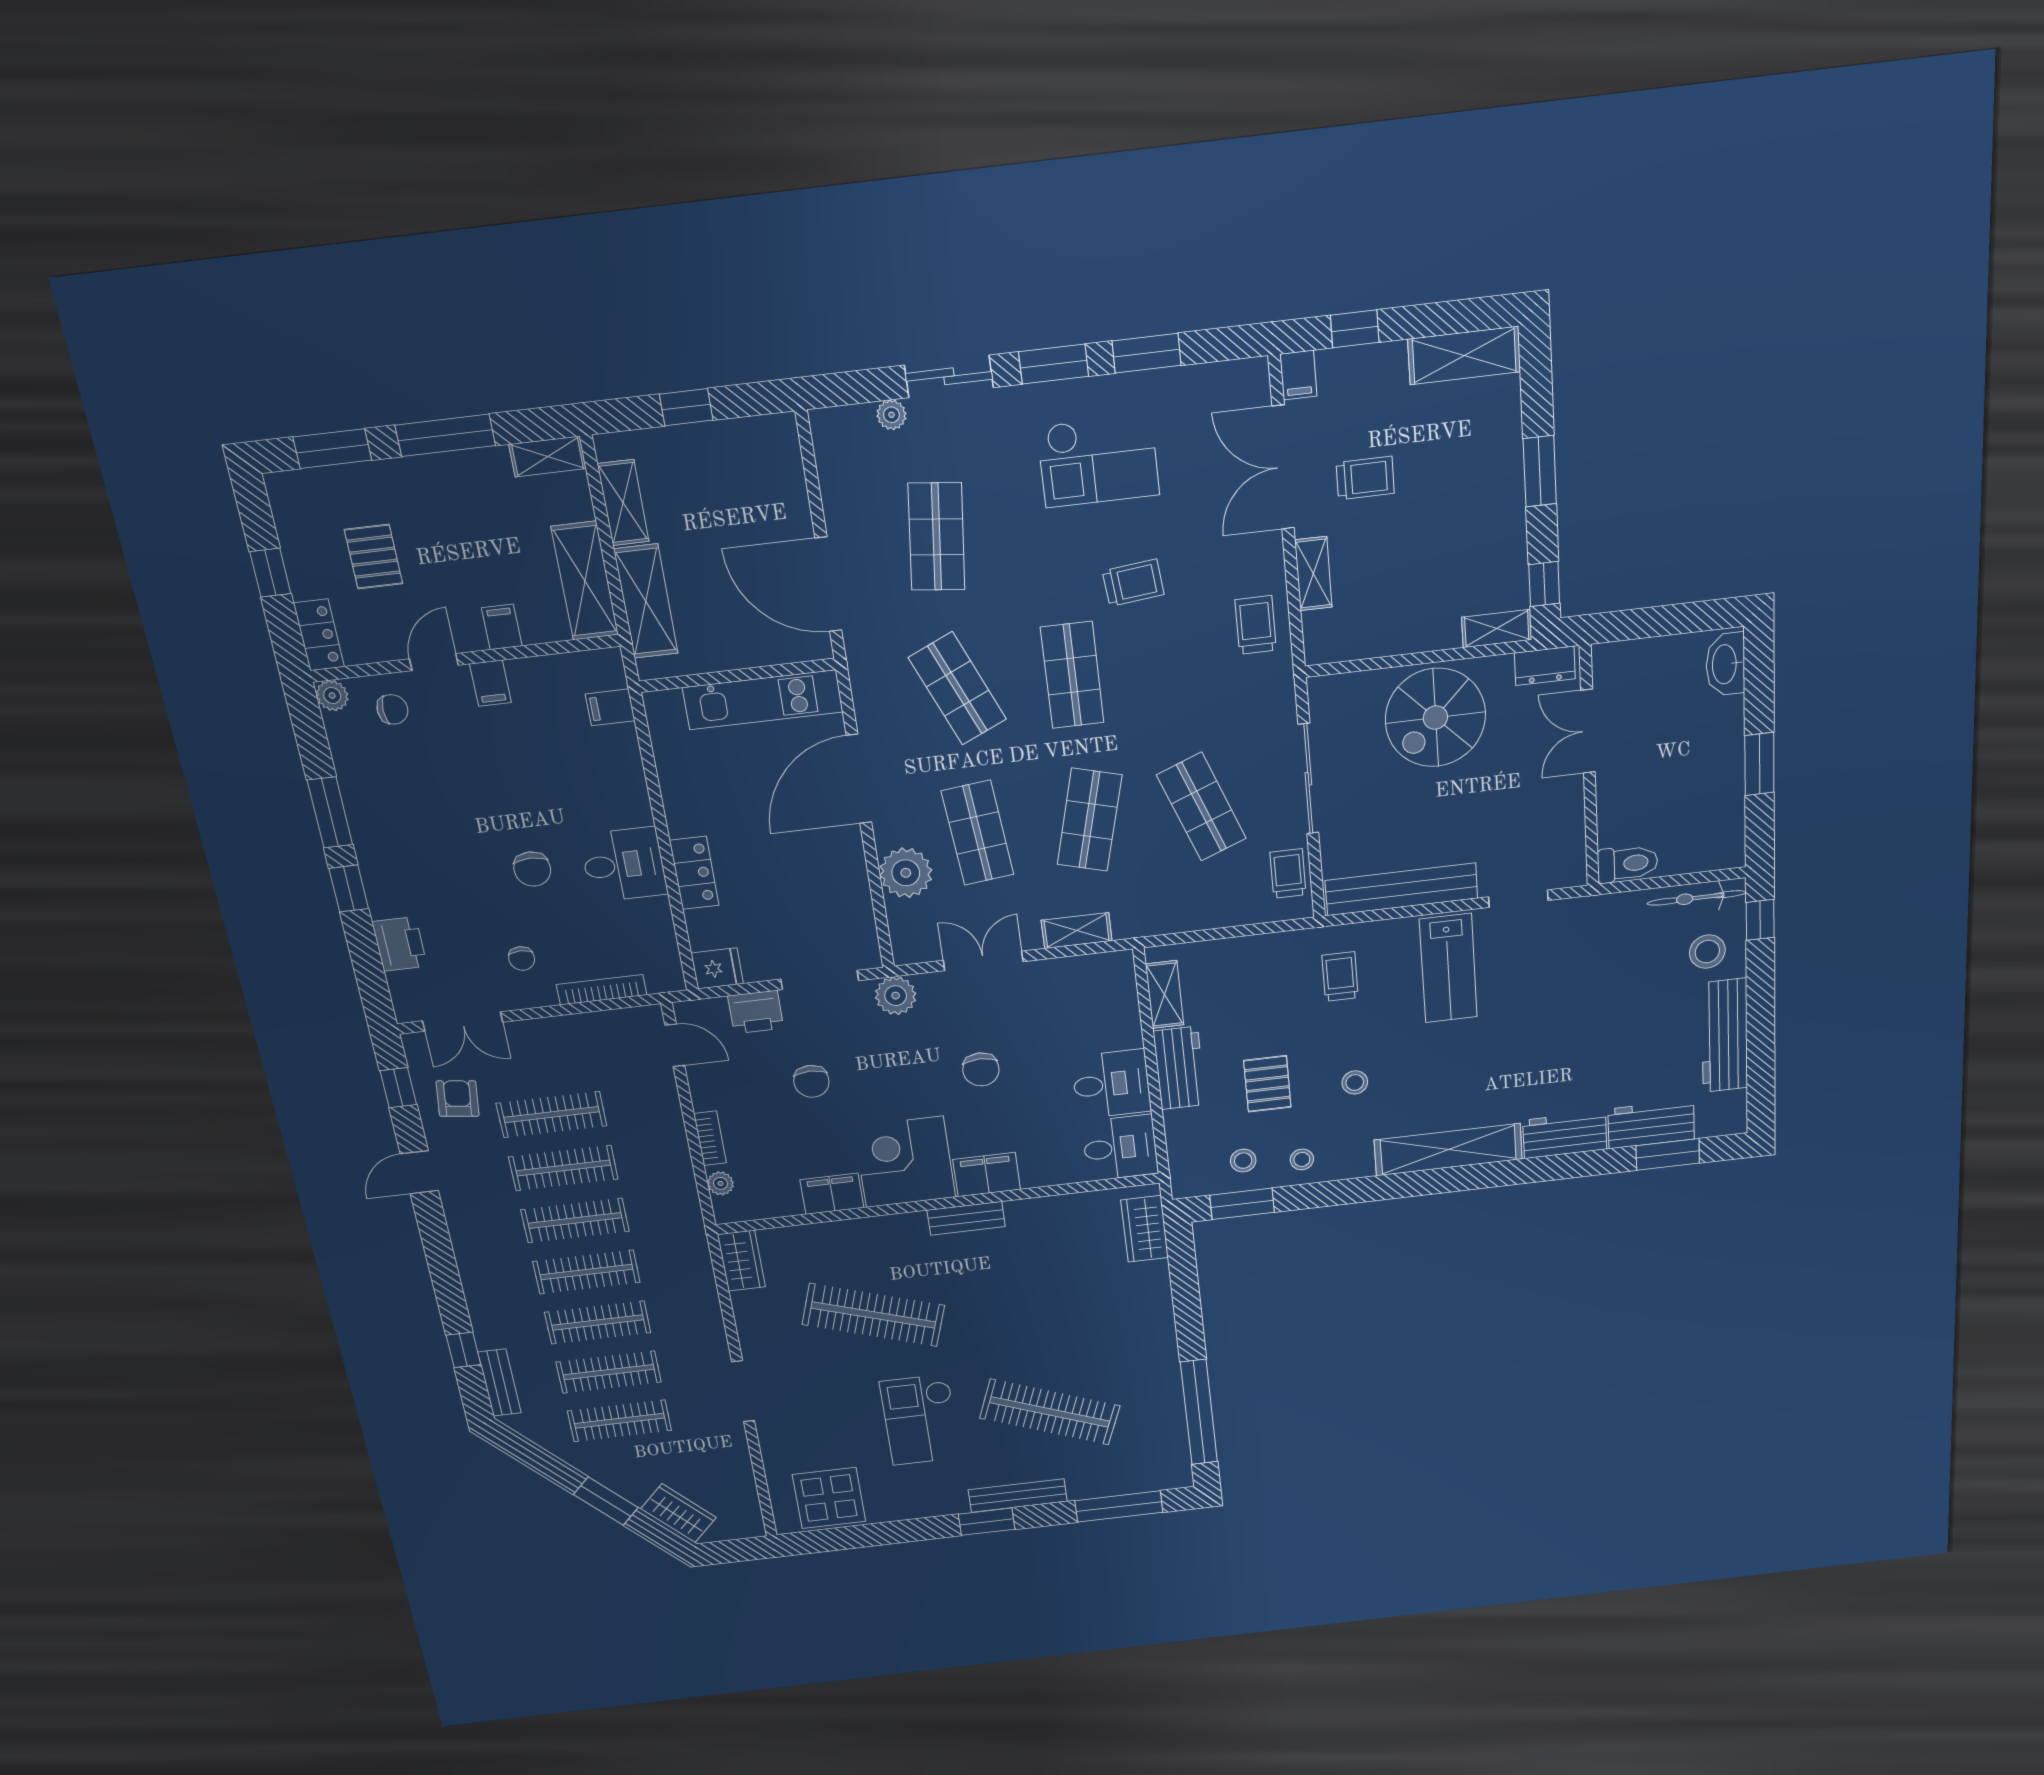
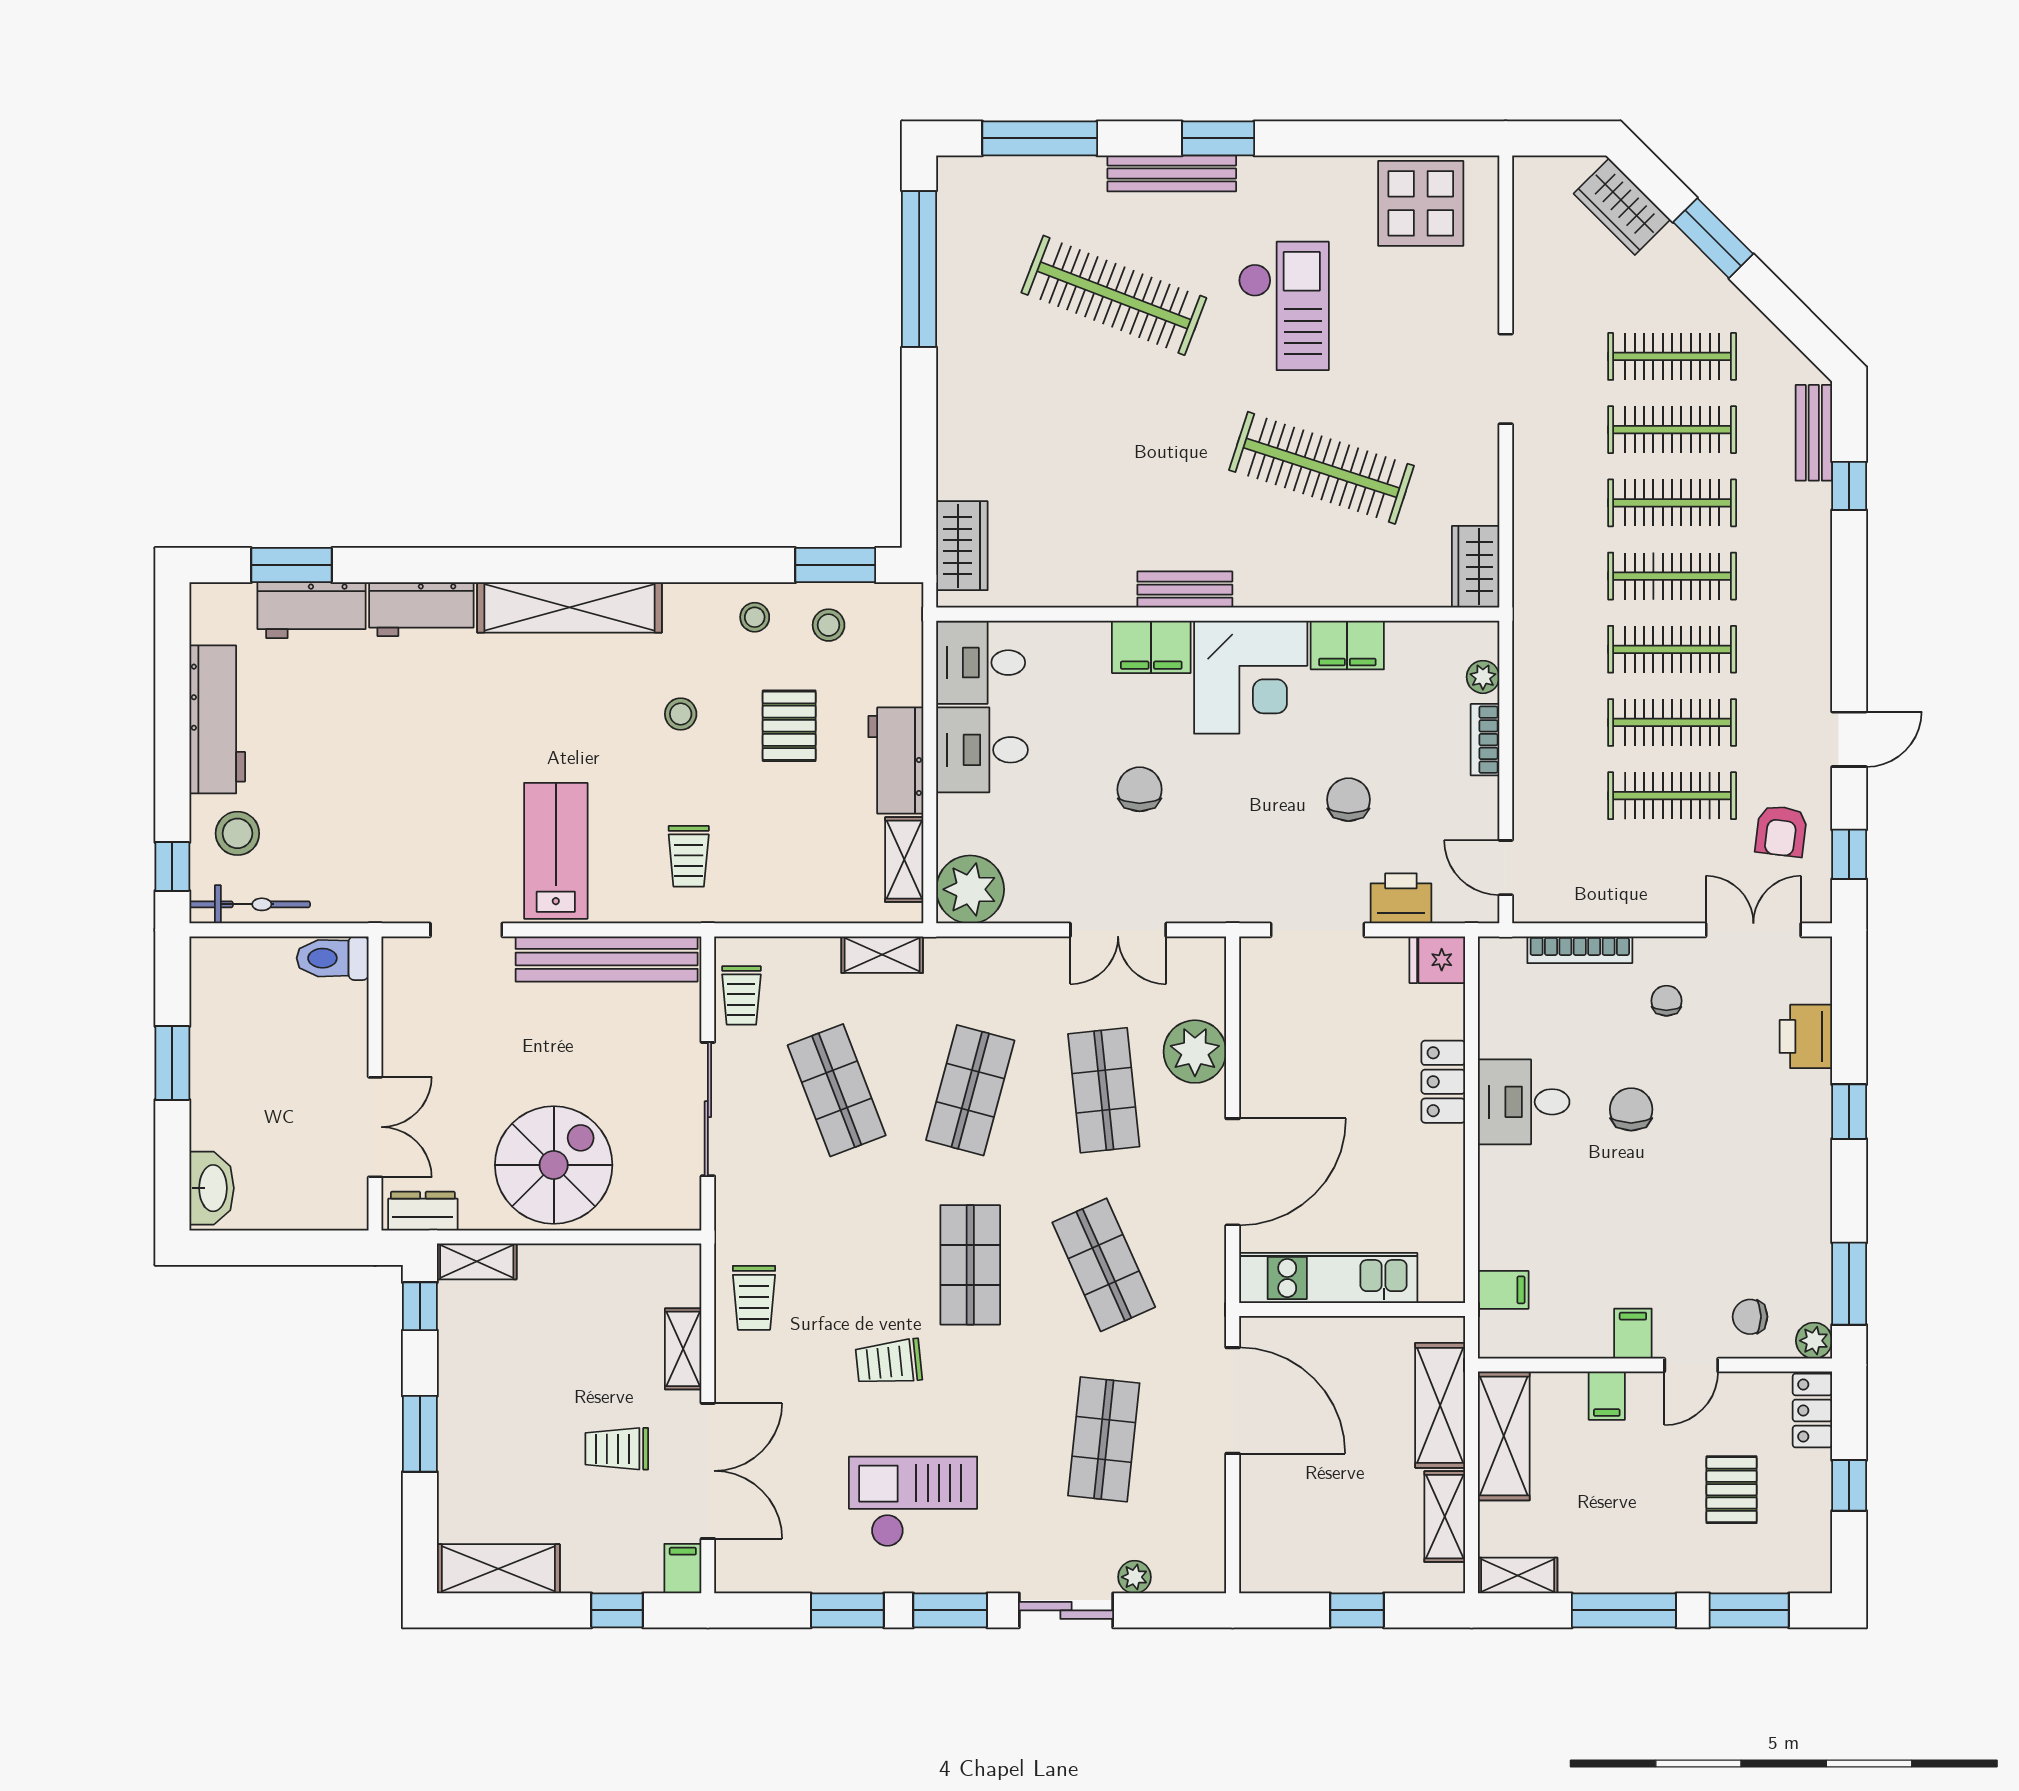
window: (330, 812) -> (1849, 1284), moved
shelving: (1077, 931) -> (882, 955), moved
plant: (896, 996) -> (970, 889), moved, width x1.36, depth x1.36

